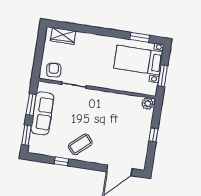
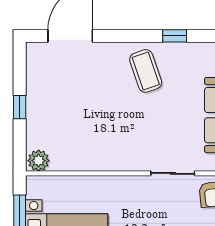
coffee table: (80, 144) -> (146, 71), turned -67

